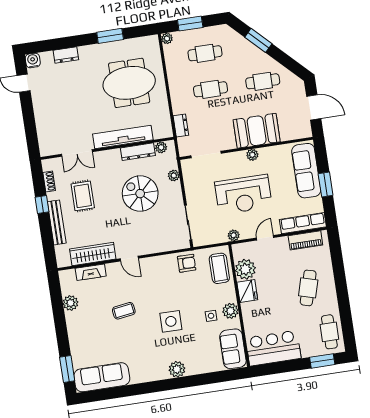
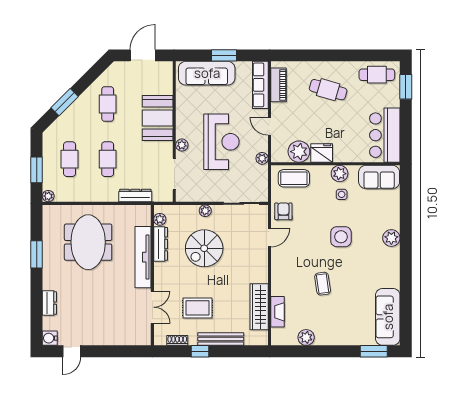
dresser: (181, 126) -> (135, 195), width x1.44
plant: (252, 155) -> (182, 145), moved
plant: (174, 176) -> (205, 211), moved
door: (129, 259) -> (269, 237), moved

